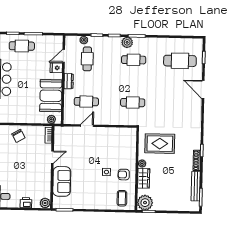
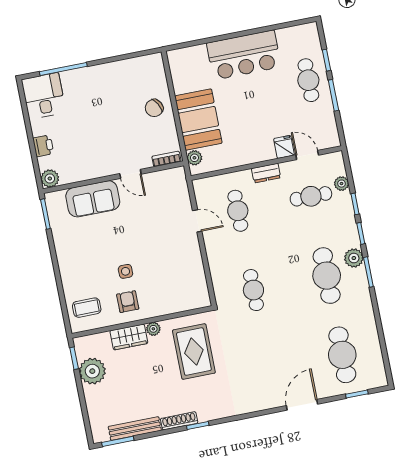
cafe table: (134, 60) -> (327, 276), width x1.37, depth x1.35
booth: (51, 96) -> (198, 120), moved, turned 90
plant: (145, 203) -> (92, 371), moved

